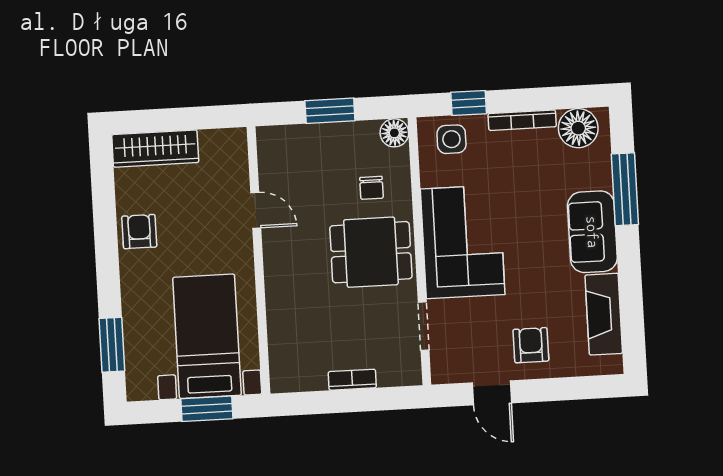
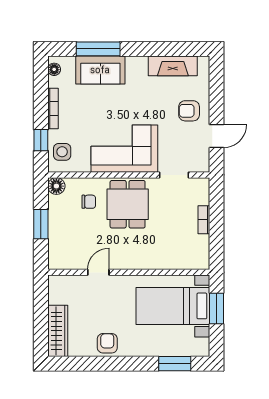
floor lamp: (578, 128) -> (54, 69), width x0.53, depth x0.53
armchair: (139, 232) -> (107, 343), turned 90
sofa: (592, 232) -> (100, 70), moved

